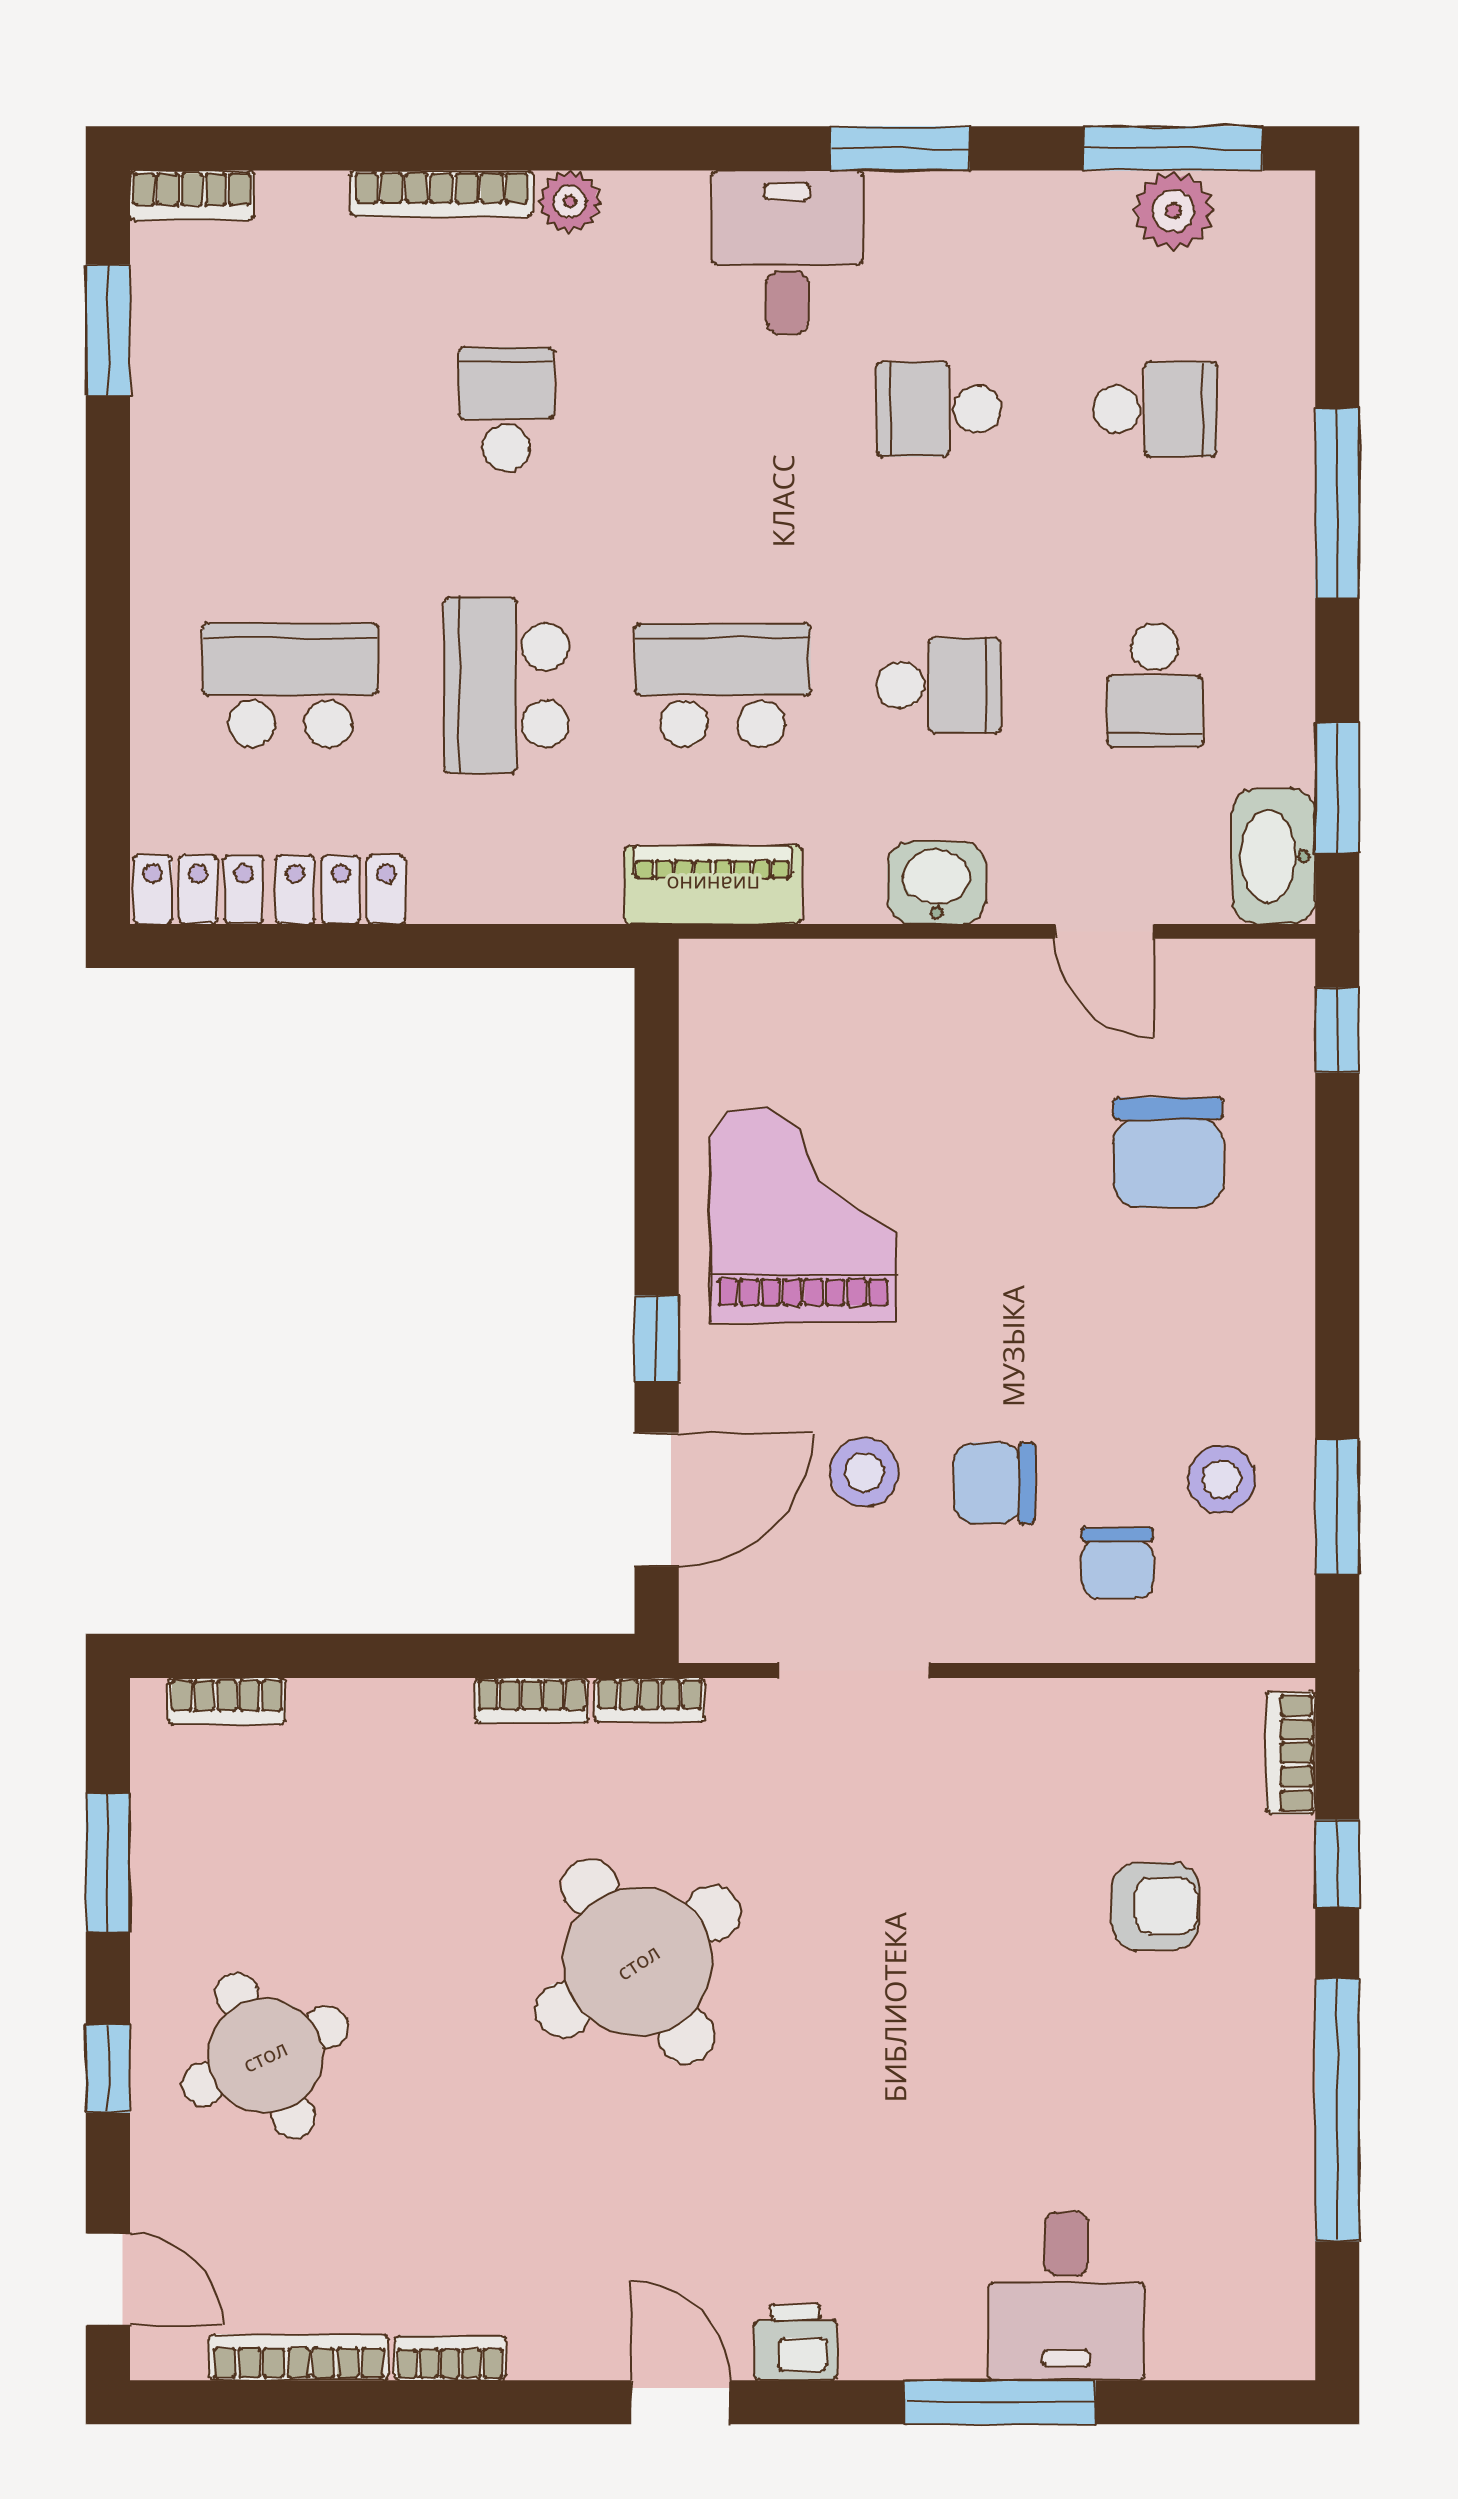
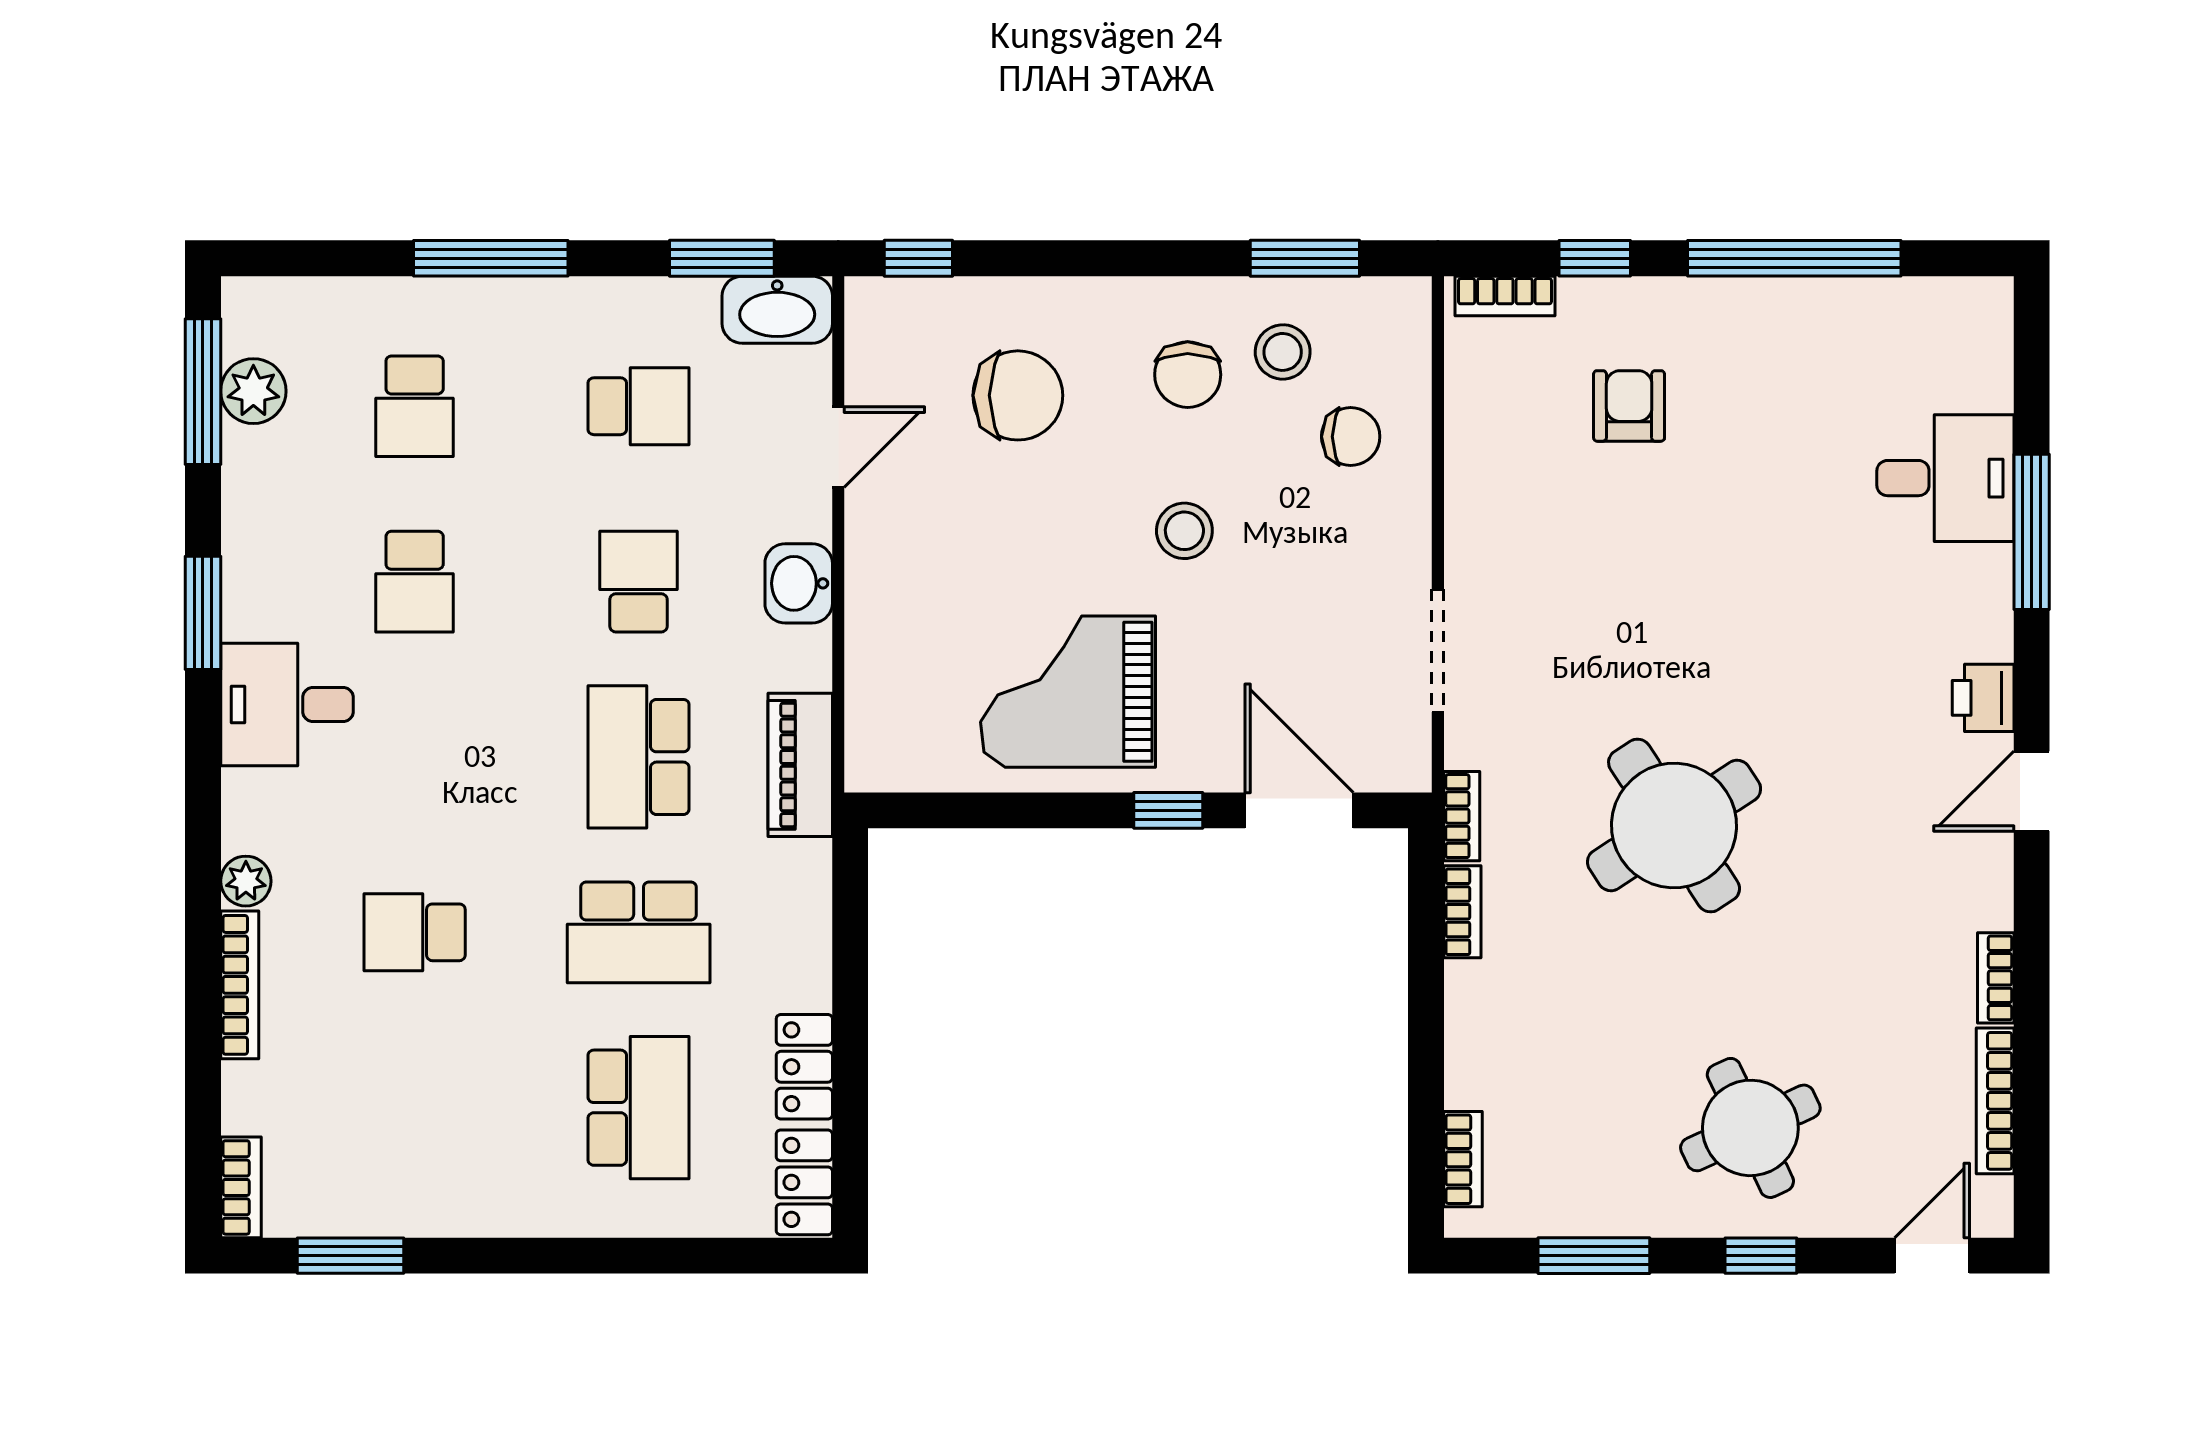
school desk: (1155, 409) -> (415, 406), turned 180
school desk: (290, 685) -> (639, 1108), turned 180
stool: (864, 1472) -> (1184, 531), moved
chair: (995, 1483) -> (1188, 375), moved

